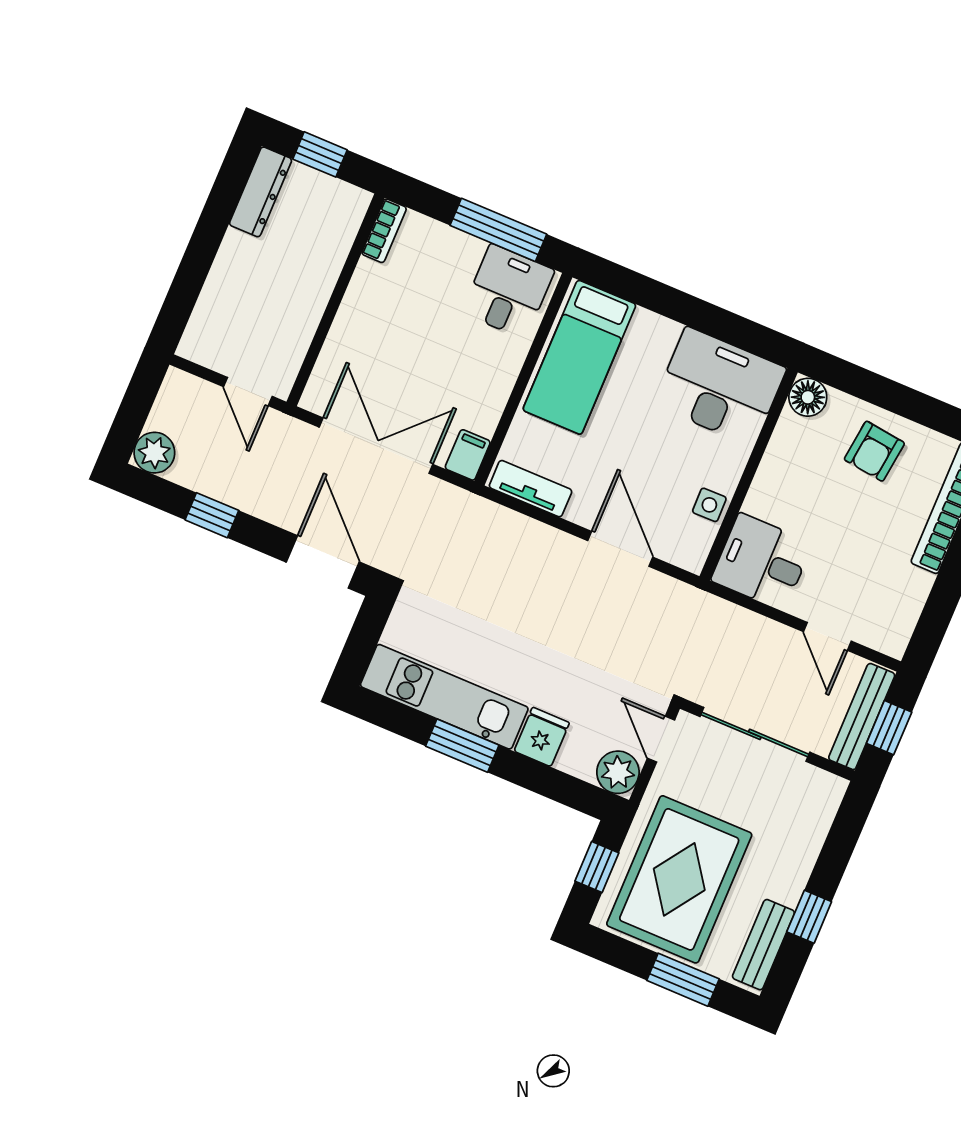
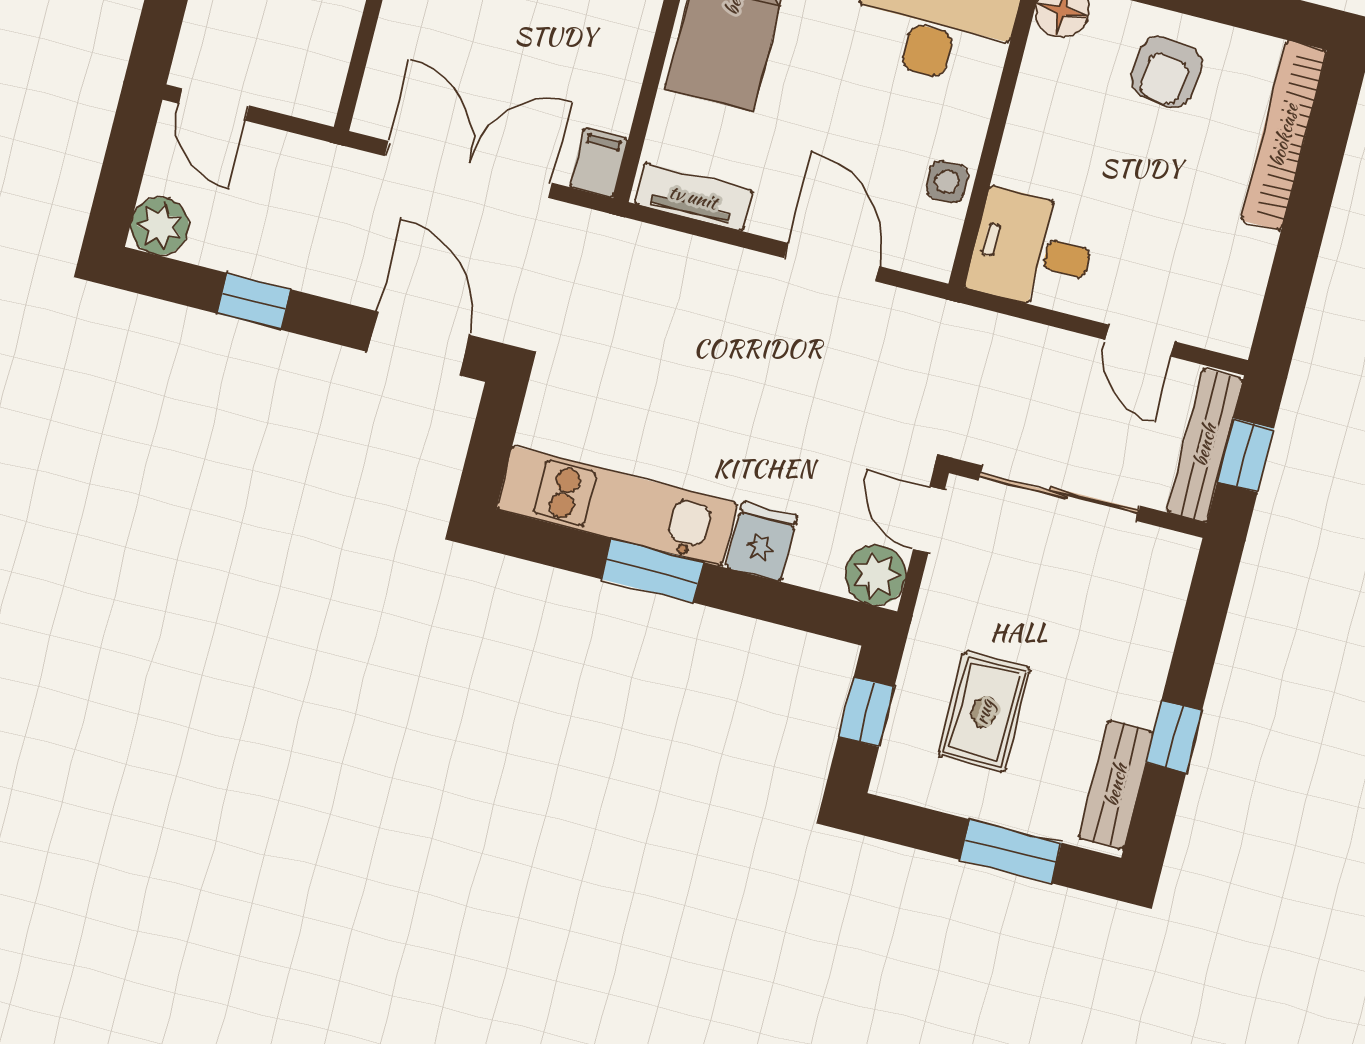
door: (248, 392) -> (214, 105), moved
rug: (679, 879) -> (984, 712), width x0.54, depth x0.49

